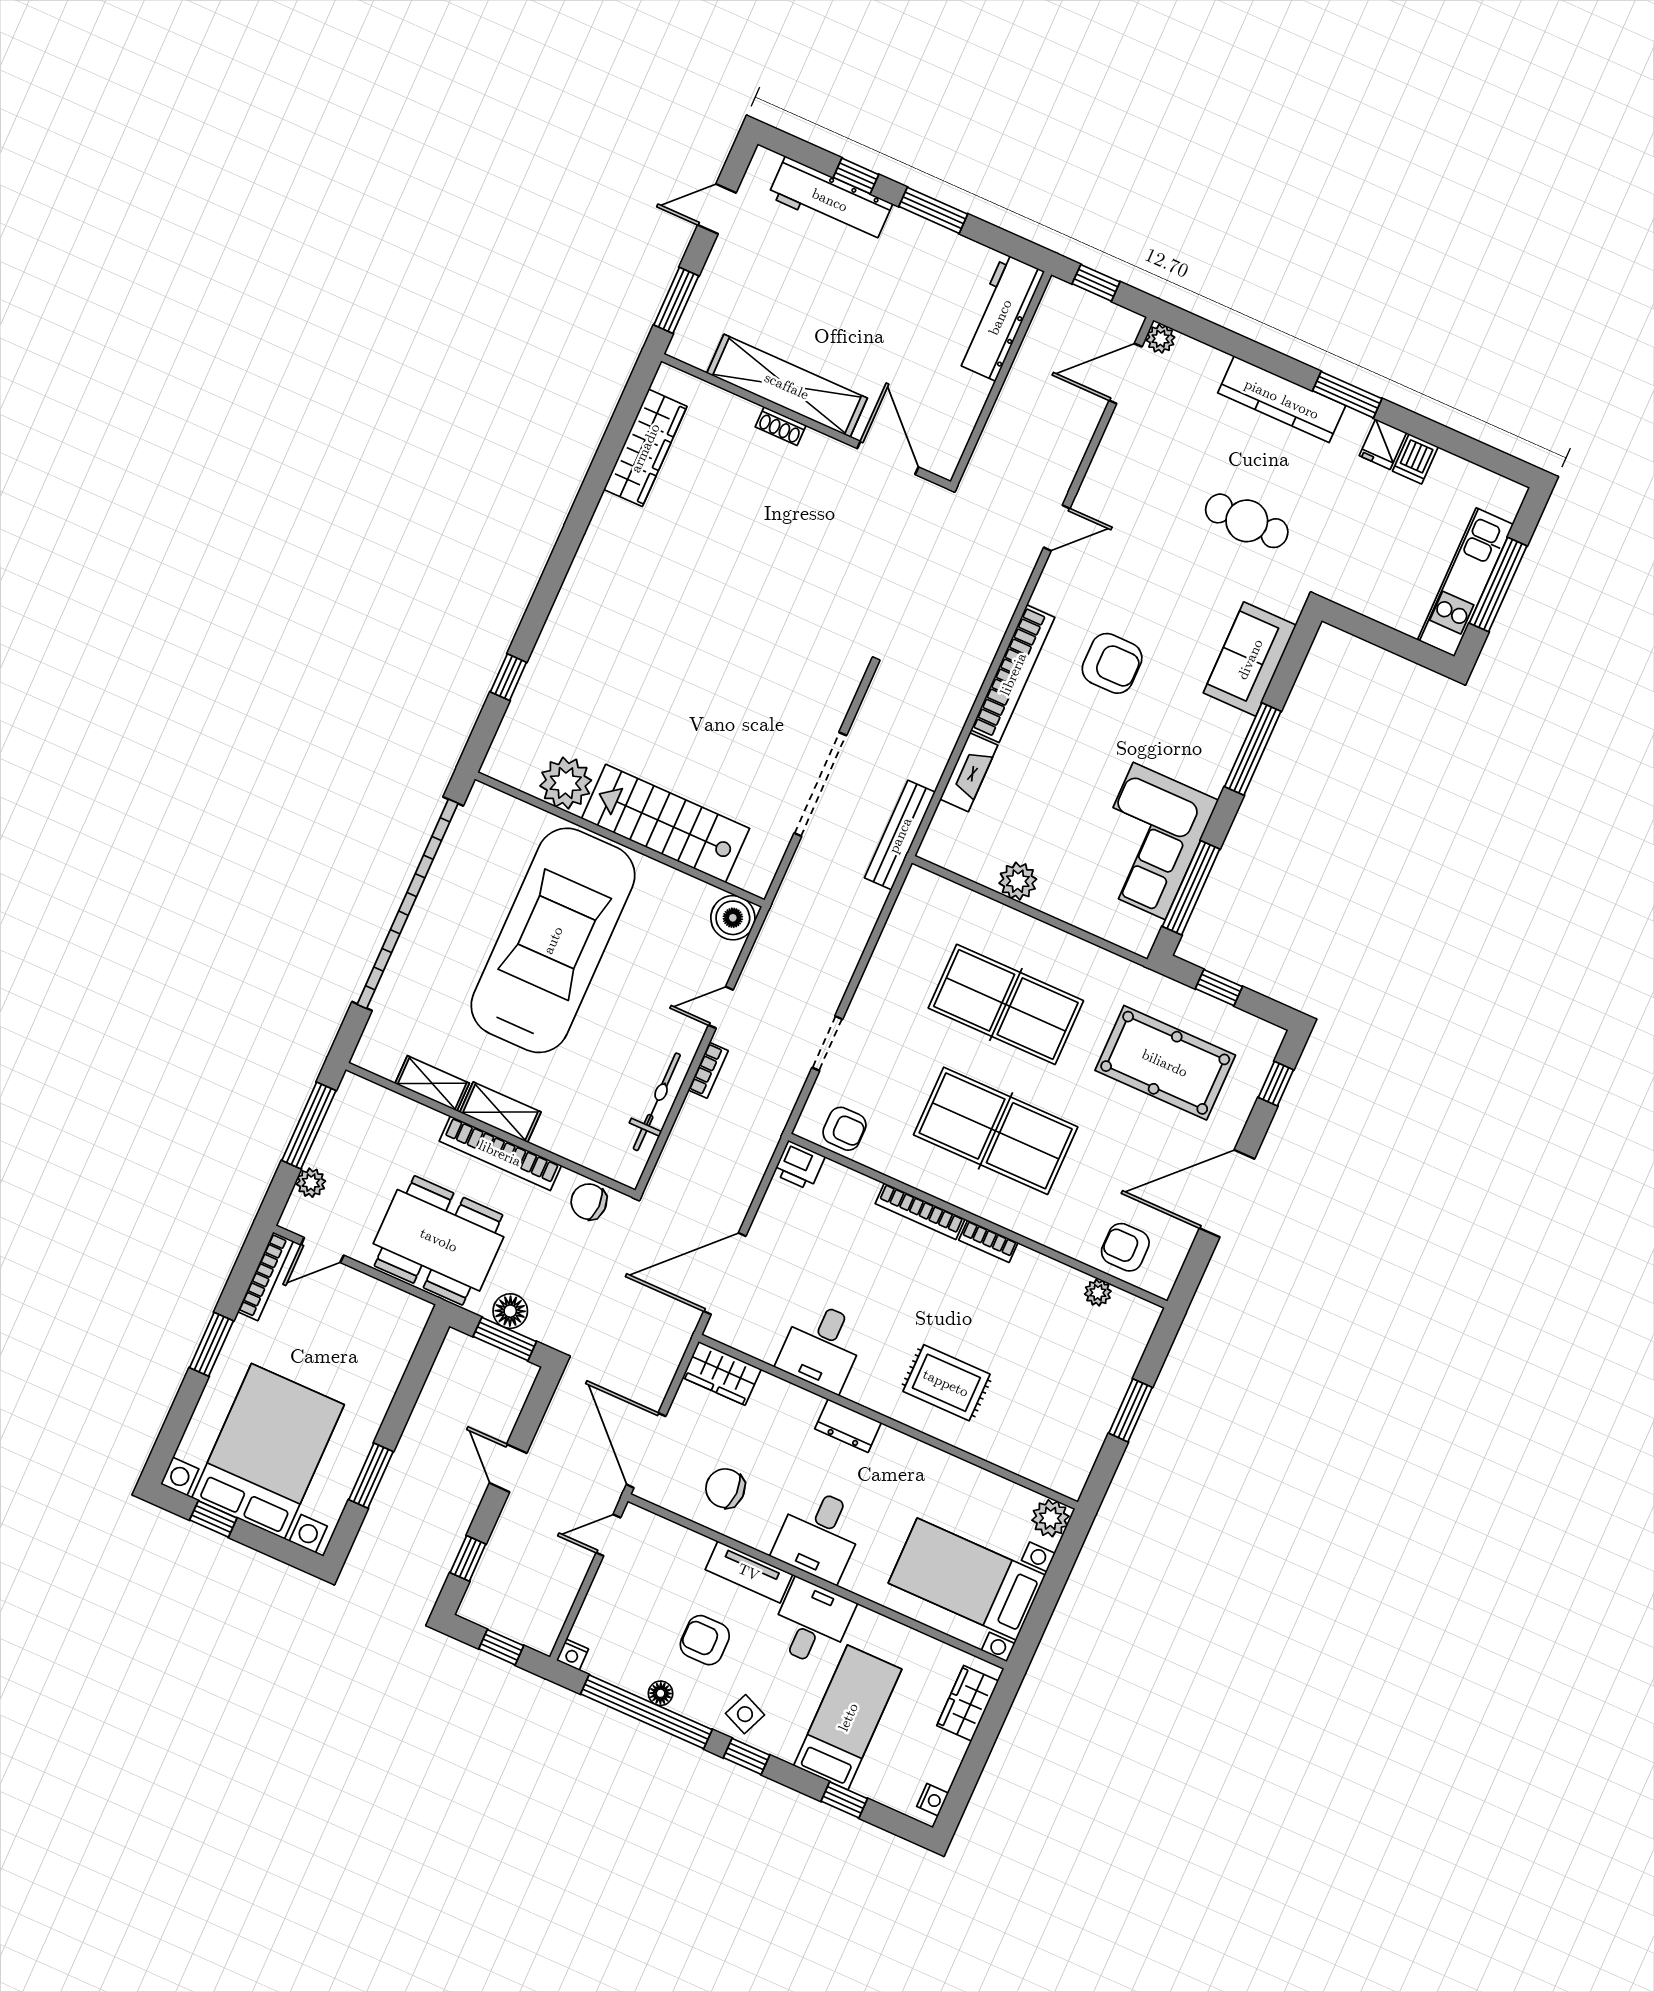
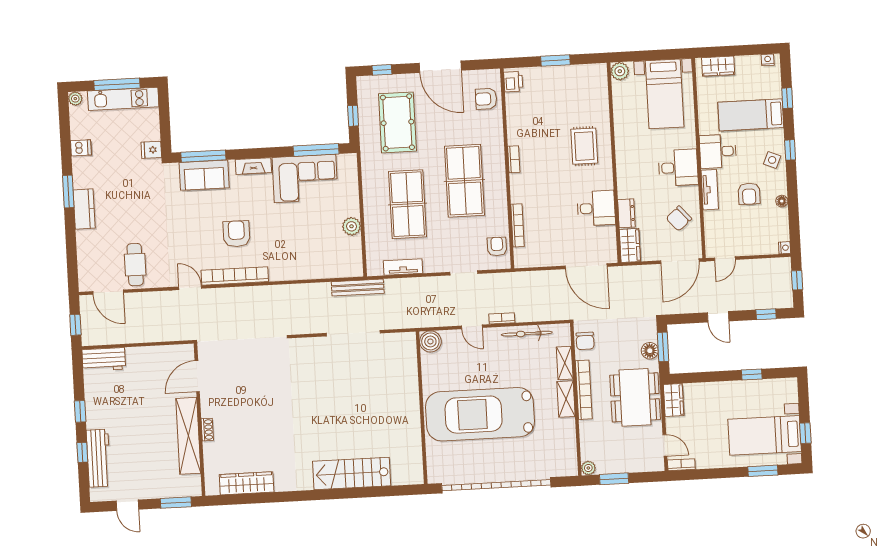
window: (933, 210) -> (80, 411), width x0.67
workbench: (1000, 317) -> (104, 359), width x0.73
plant: (1161, 339) -> (75, 99), moved
kitchen counter: (1282, 399) -> (84, 209), width x0.67
fridge: (1383, 444) -> (151, 150), moved, turned 180
cafe table: (1247, 521) -> (135, 265), moved
bookcase: (1013, 674) -> (235, 276), moved
window: (508, 677) -> (376, 492), removed
window: (1253, 749) -> (203, 156), moved
fireplace: (969, 772) -> (253, 166), moved, turned 180
plant: (566, 783) -> (409, 444), removed
stairs: (666, 823) -> (352, 473), moved, turned 90
tv unit: (895, 937) -> (403, 267), added
shelving: (432, 1083) -> (565, 363), moved
window: (309, 1126) -> (614, 479), width x0.69
printer: (799, 1165) -> (513, 82), moved
plant: (311, 1183) -> (588, 468), moved
bookcase: (920, 1211) -> (517, 225), moved
armchair: (1125, 1247) -> (486, 99), turned 90
bookcase: (265, 1276) -> (681, 465), width x0.64
plant: (1098, 1293) -> (512, 101), removed
wardrobe: (398, 1308) -> (674, 400), added
window: (211, 1344) -> (763, 471), moved
dresser: (848, 1426) -> (626, 213), moved
bed with nightstands: (268, 1451) -> (765, 435), width x0.73
door: (508, 1468) -> (718, 317), hinge flipped
window: (371, 1476) -> (752, 375), width x0.67
chair: (725, 1488) -> (679, 218), turned 49
door: (608, 1535) -> (725, 259), hinge flipped
window: (646, 1712) -> (793, 203), removed

